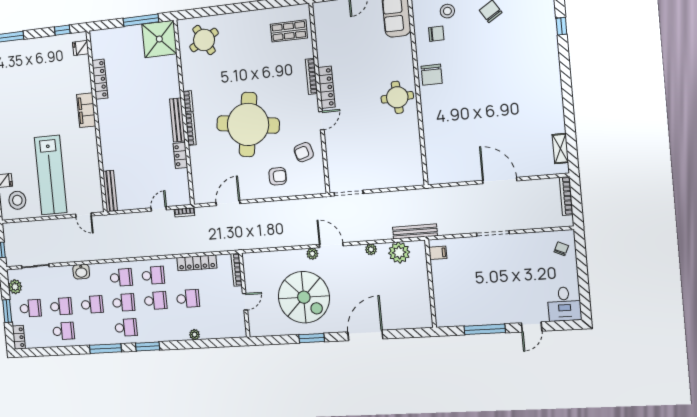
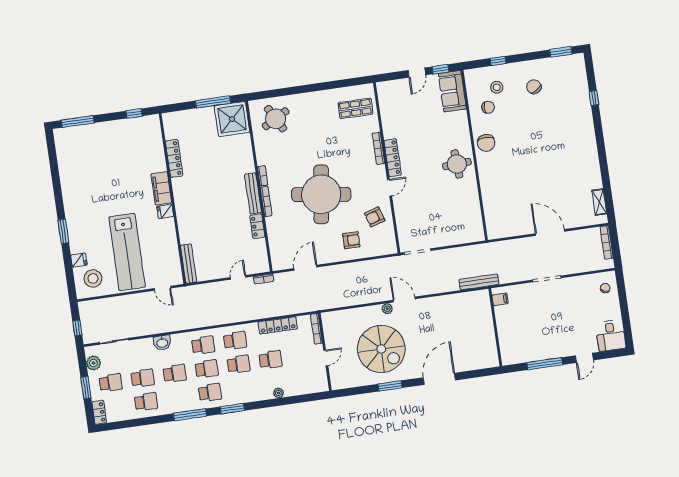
fridge: (81, 48) -> (165, 211), moved
plant: (371, 249) -> (441, 301), removed
plant: (399, 253) -> (466, 302), removed

